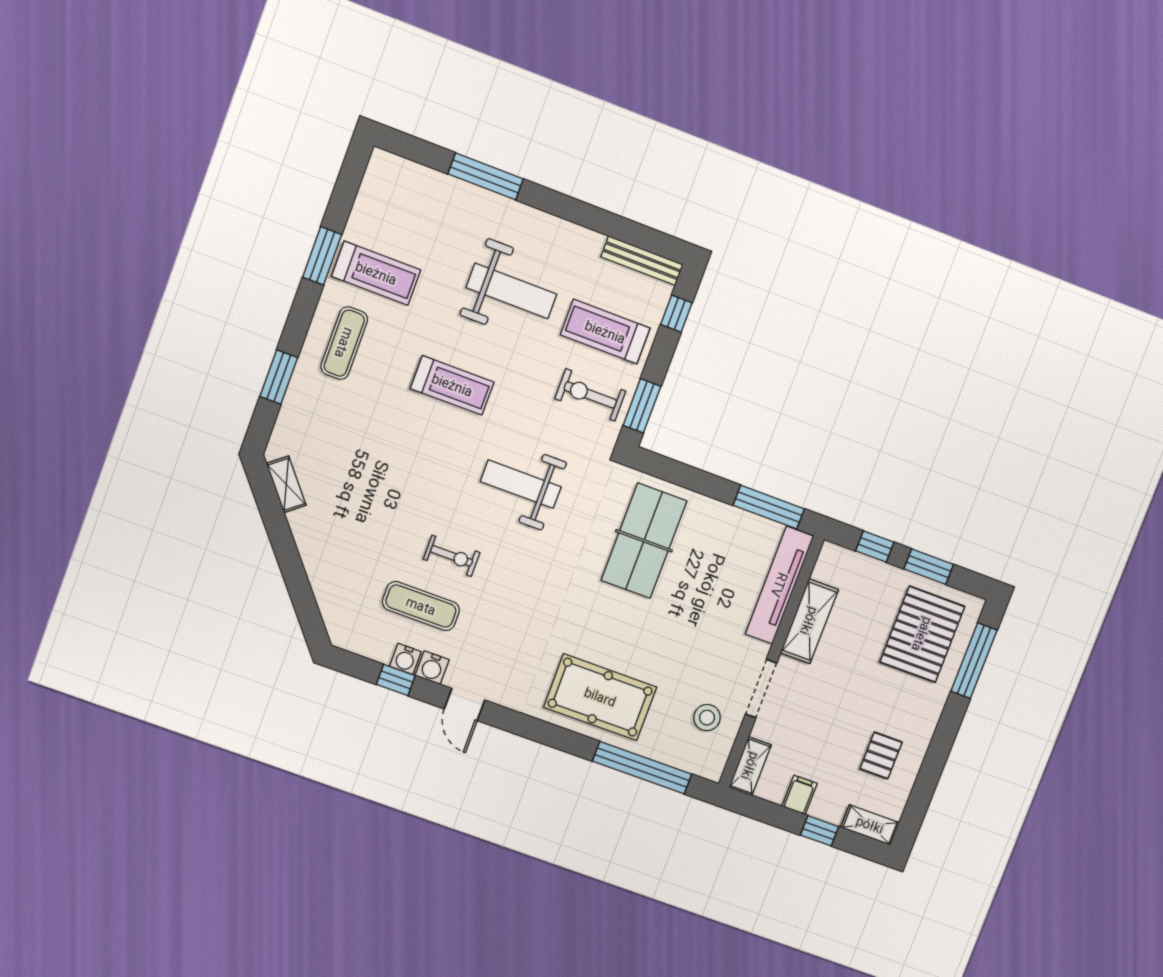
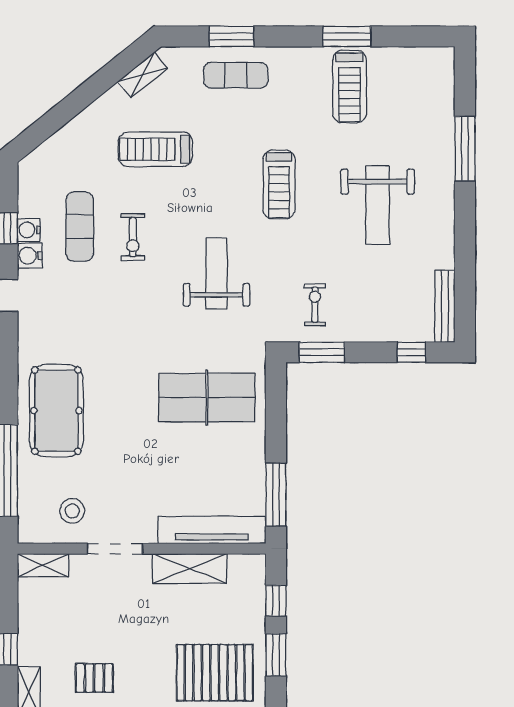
treadmill: (605, 332) -> (155, 149), moved, turned -90
exercise mat: (344, 343) -> (236, 75), moved
exercise bike: (590, 395) -> (315, 305), width x0.73, depth x0.72
filing cabinet: (800, 795) -> (33, 619), removed

